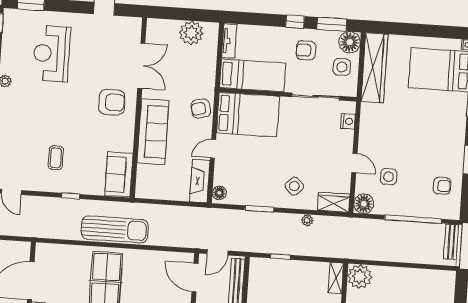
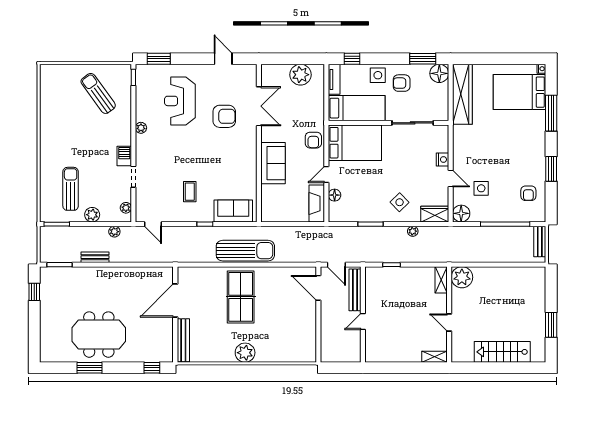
window: (295, 22) -> (352, 59), moved
side table: (342, 67) -> (378, 75), moved
armchair: (112, 102) -> (224, 116), moved
armchair: (201, 109) -> (313, 140), turned -77
nightstand: (348, 121) -> (442, 159), moved
sofa: (153, 132) -> (273, 163), width x0.73
sofa: (119, 174) -> (233, 211), moved, turned 90
armchair: (442, 186) -> (528, 193), turned 90
floor lamp: (219, 193) -> (335, 195), moved
door: (217, 252) -> (336, 265), hinge flipped

